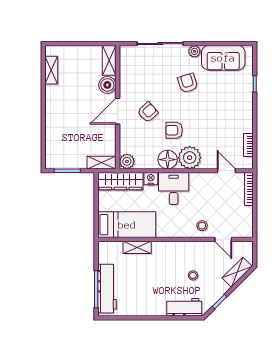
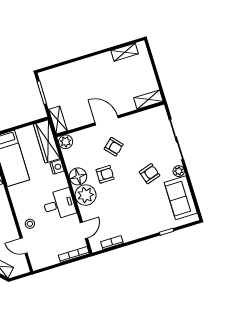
boiler: (107, 85) -> (127, 105), removed
armchair: (174, 130) -> (105, 174), turned 90
desk: (174, 189) -> (59, 204), moved
door: (223, 239) -> (24, 246), hinge flipped

